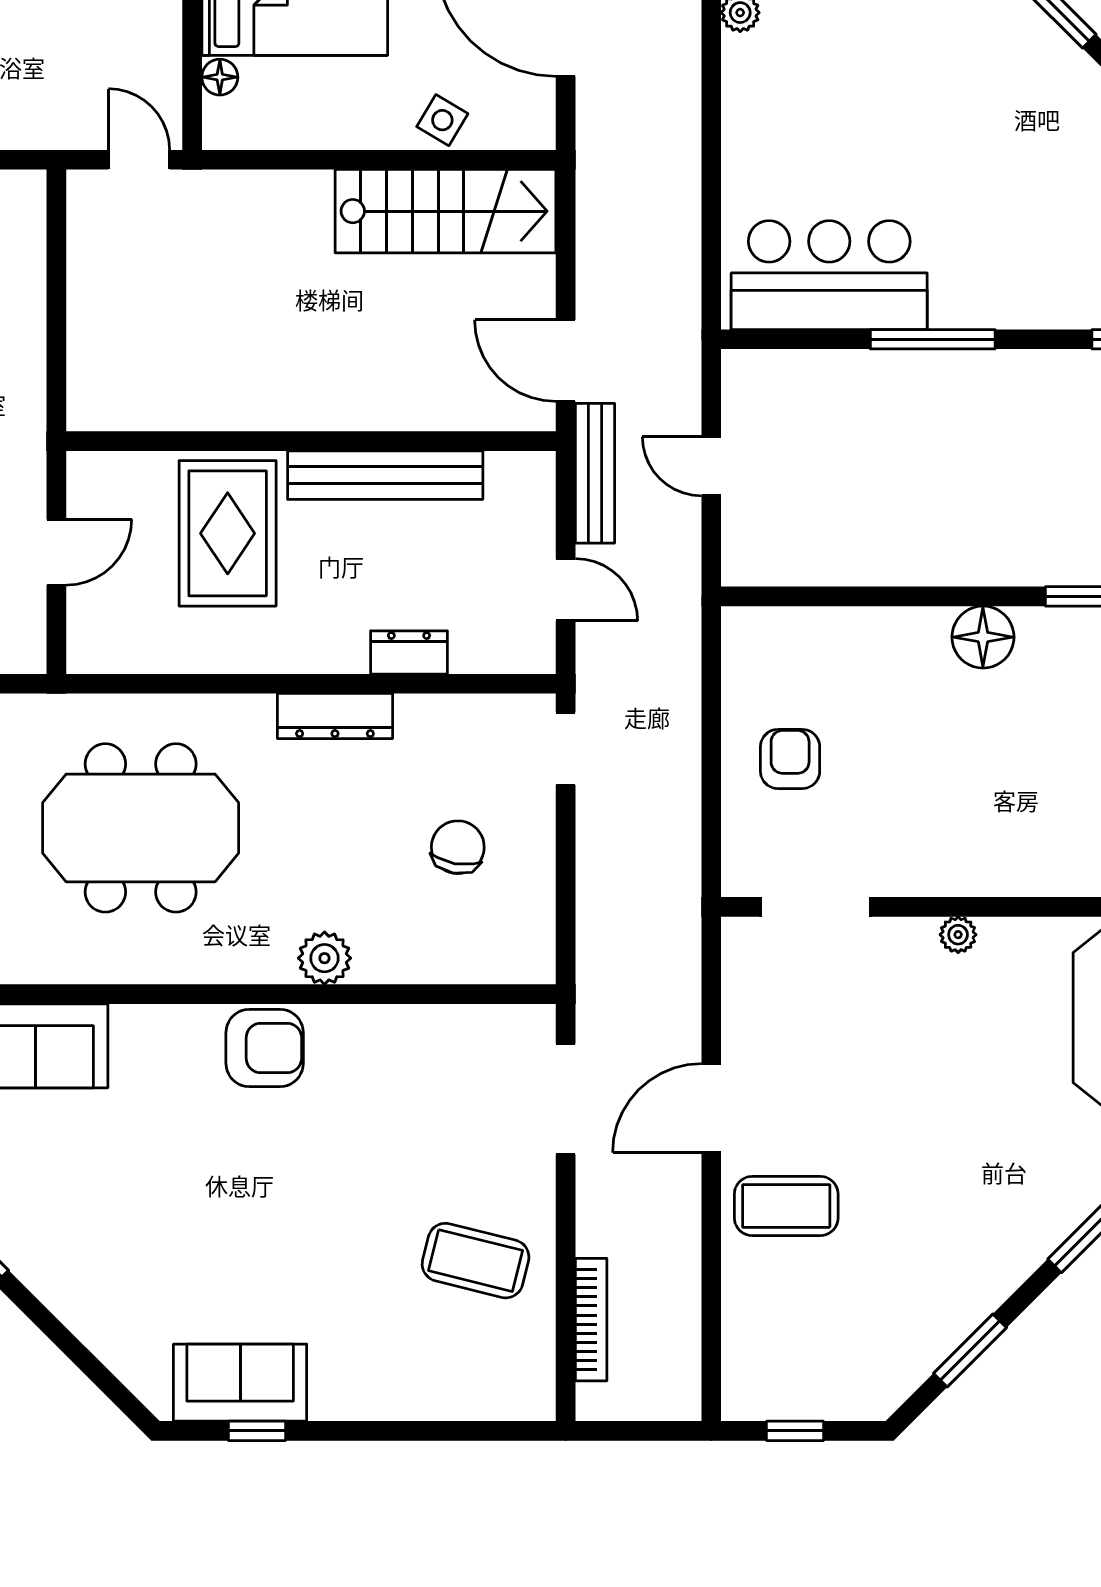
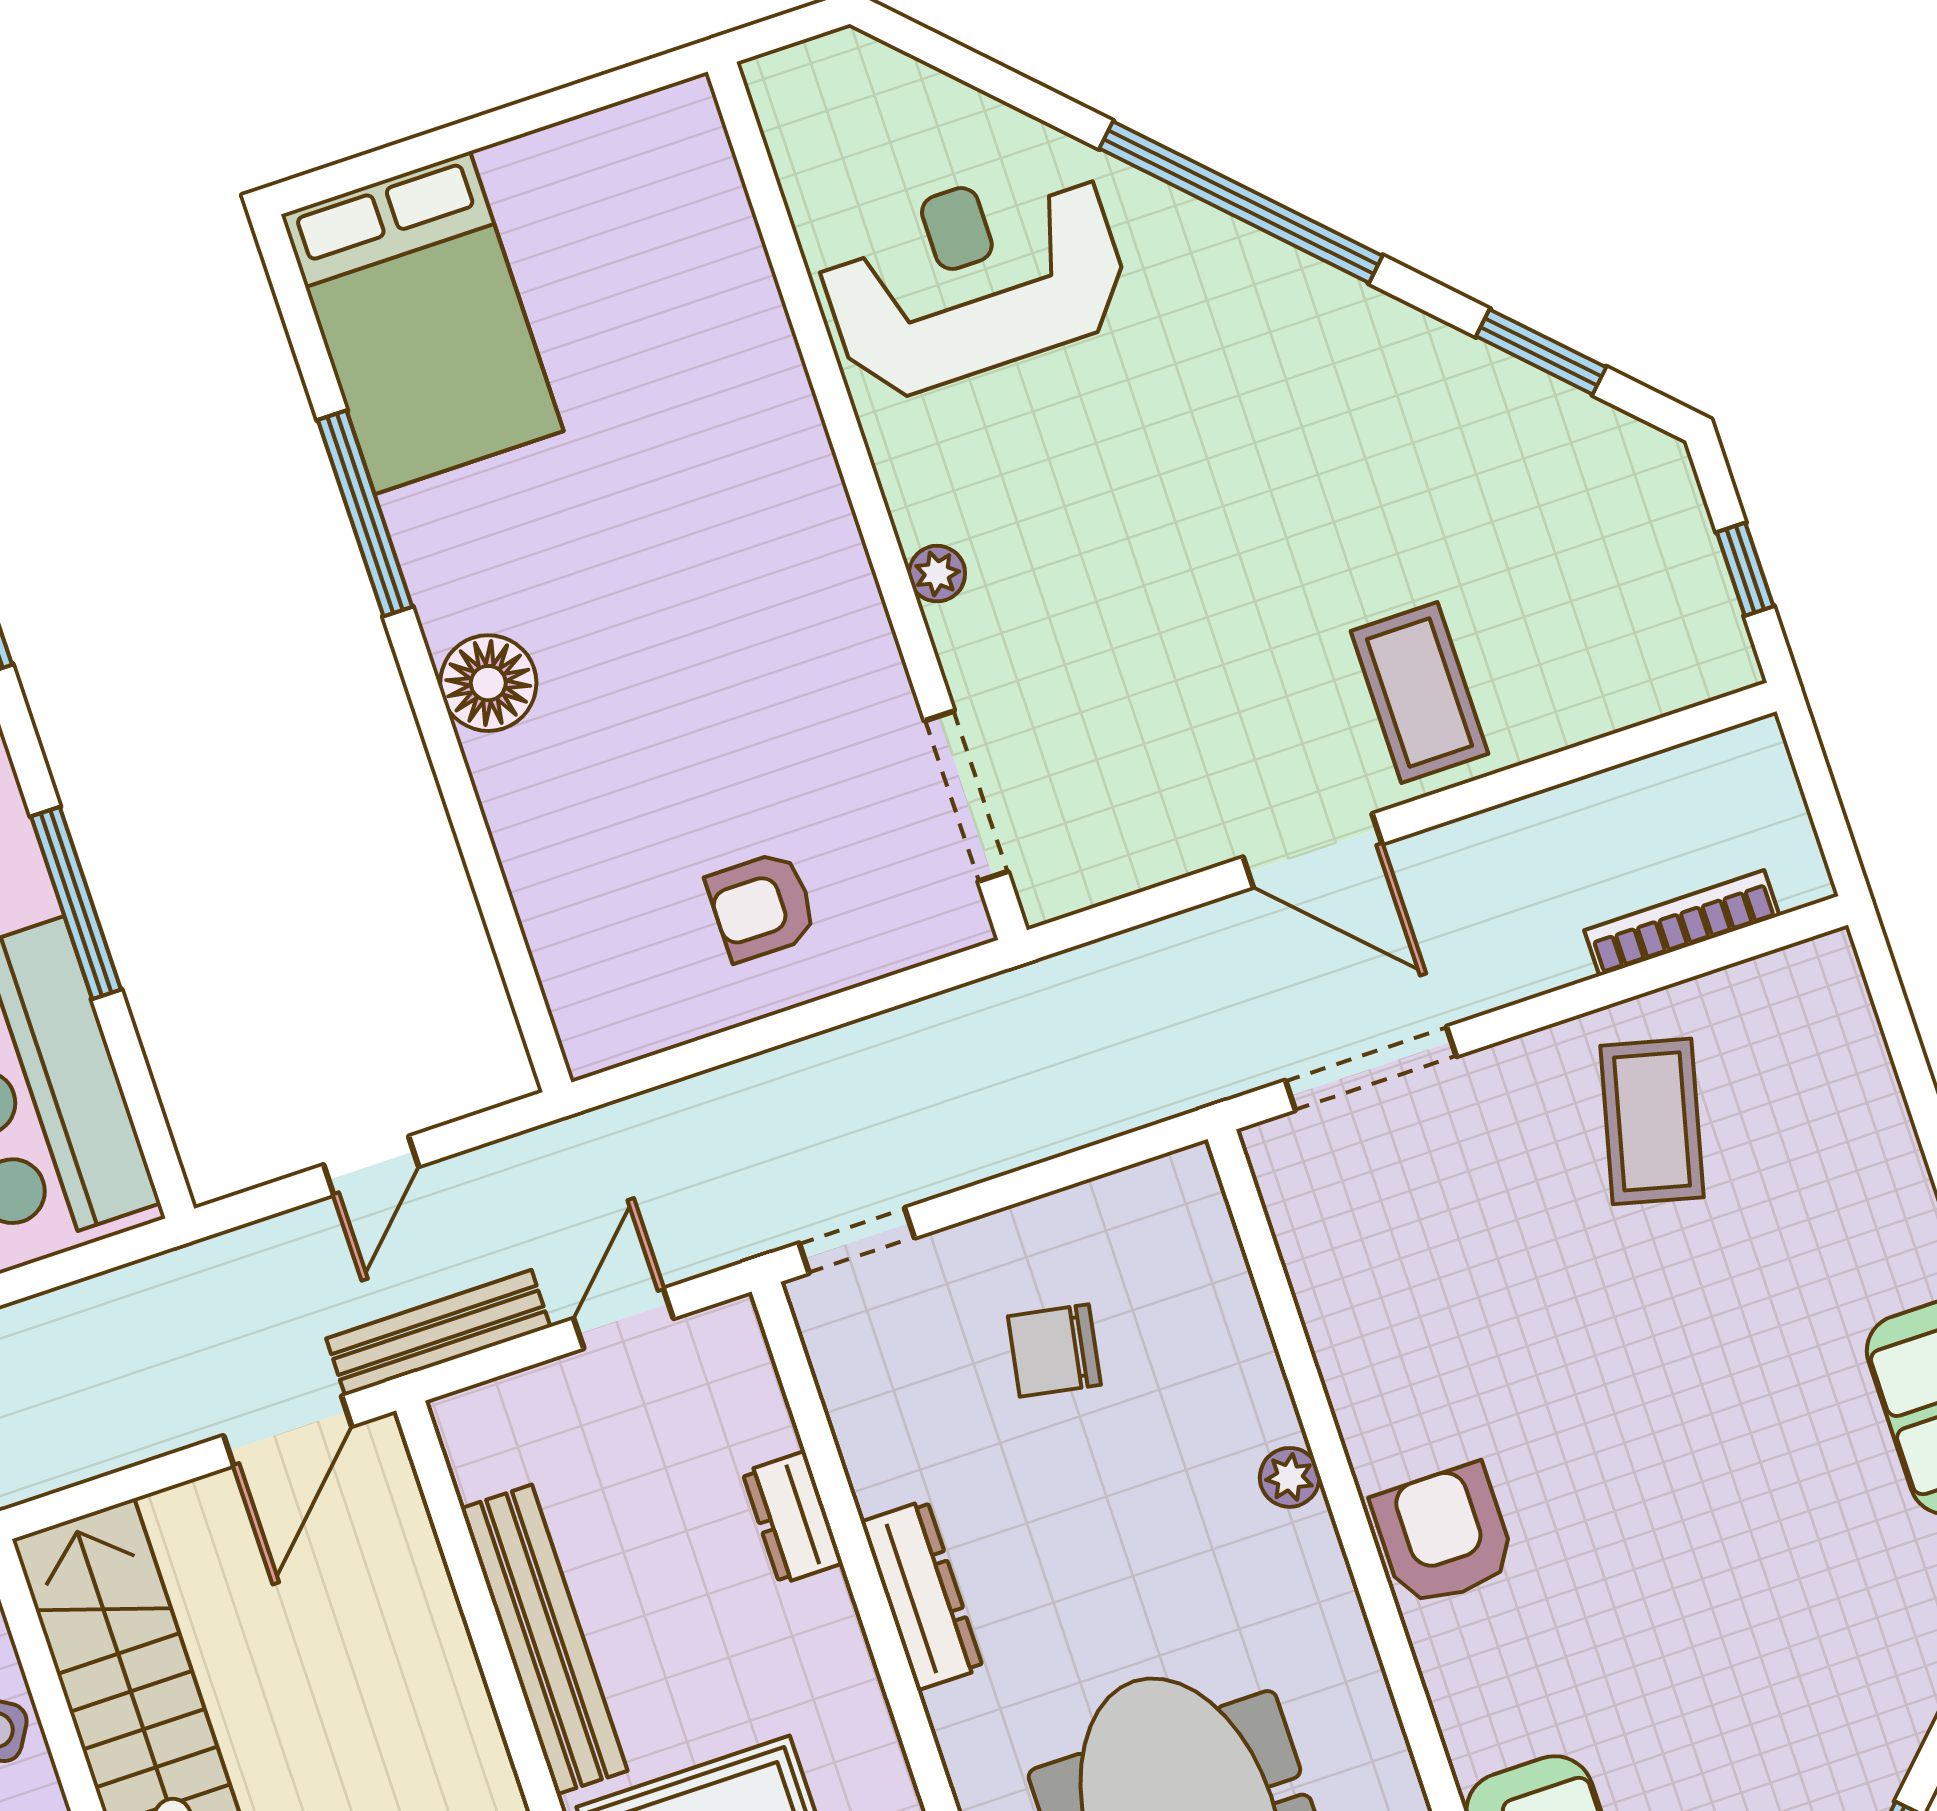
plant: (324, 958) -> (1290, 1477), width x0.73, depth x0.73

